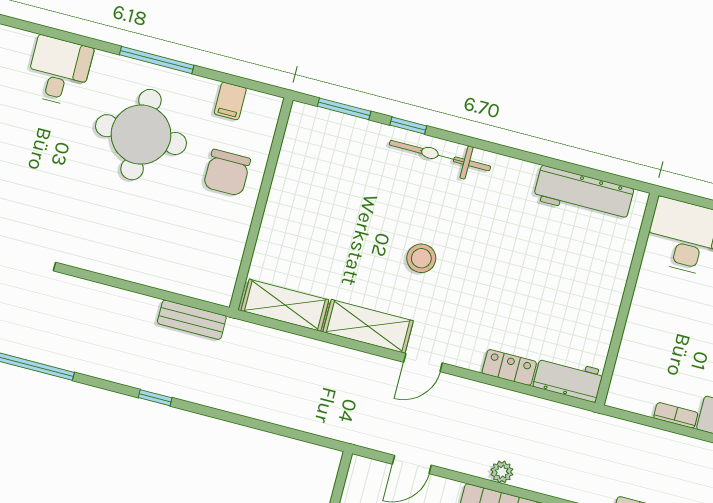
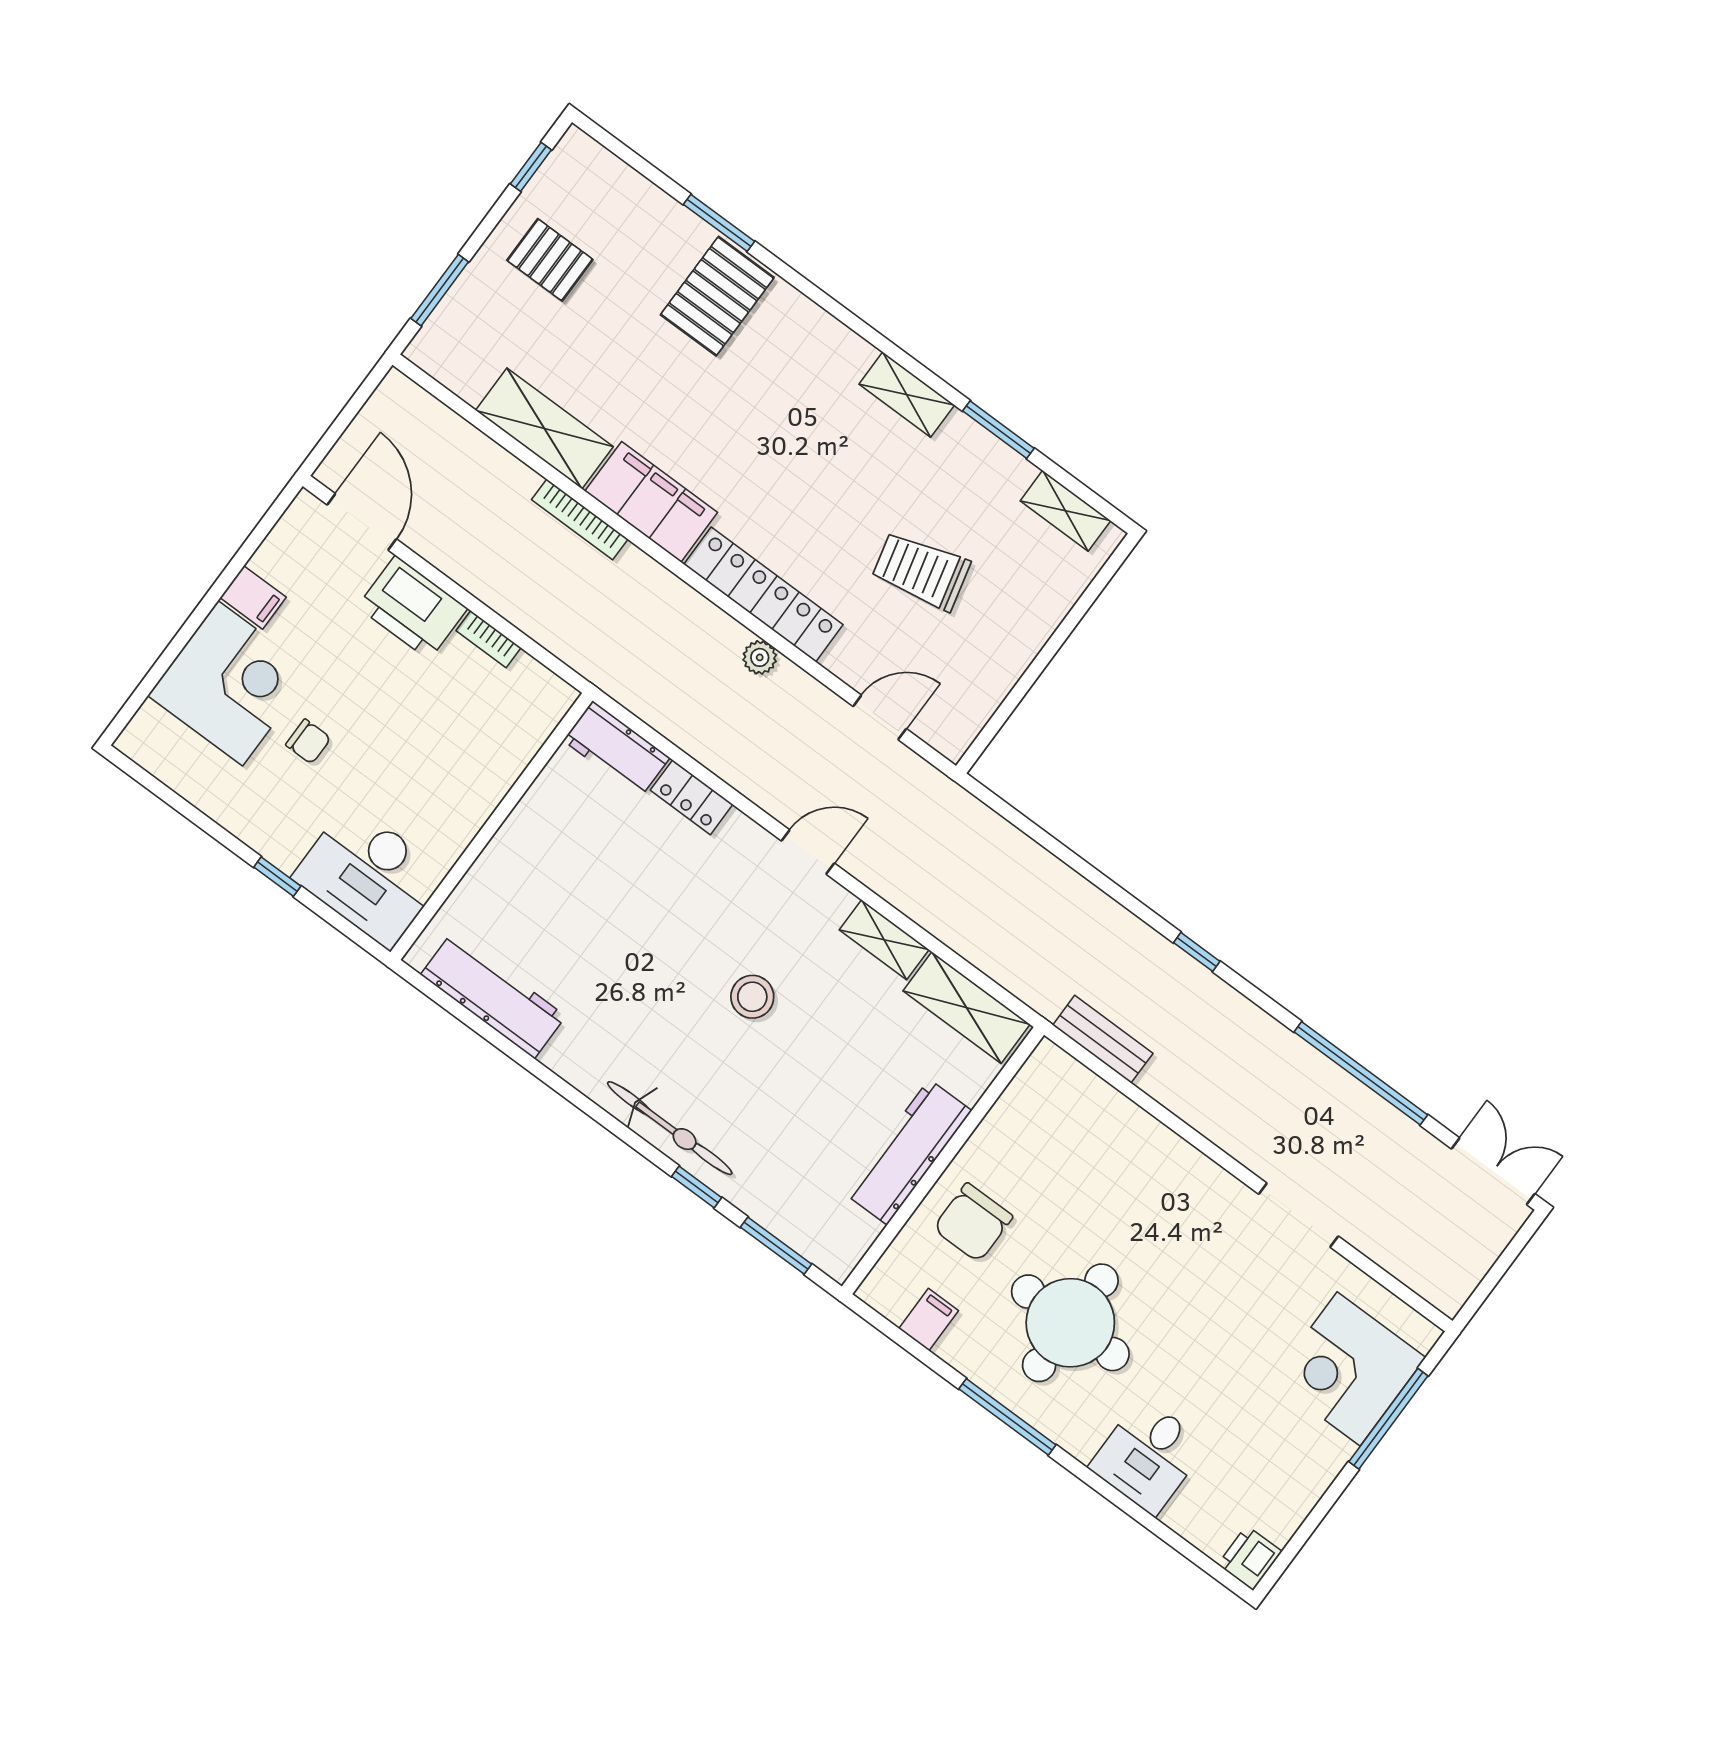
chair: (227, 173) -> (973, 1223), turned 180
workbench: (285, 200) -> (908, 1152), added
shelving: (368, 326) -> (884, 940), width x0.67, depth x0.75

